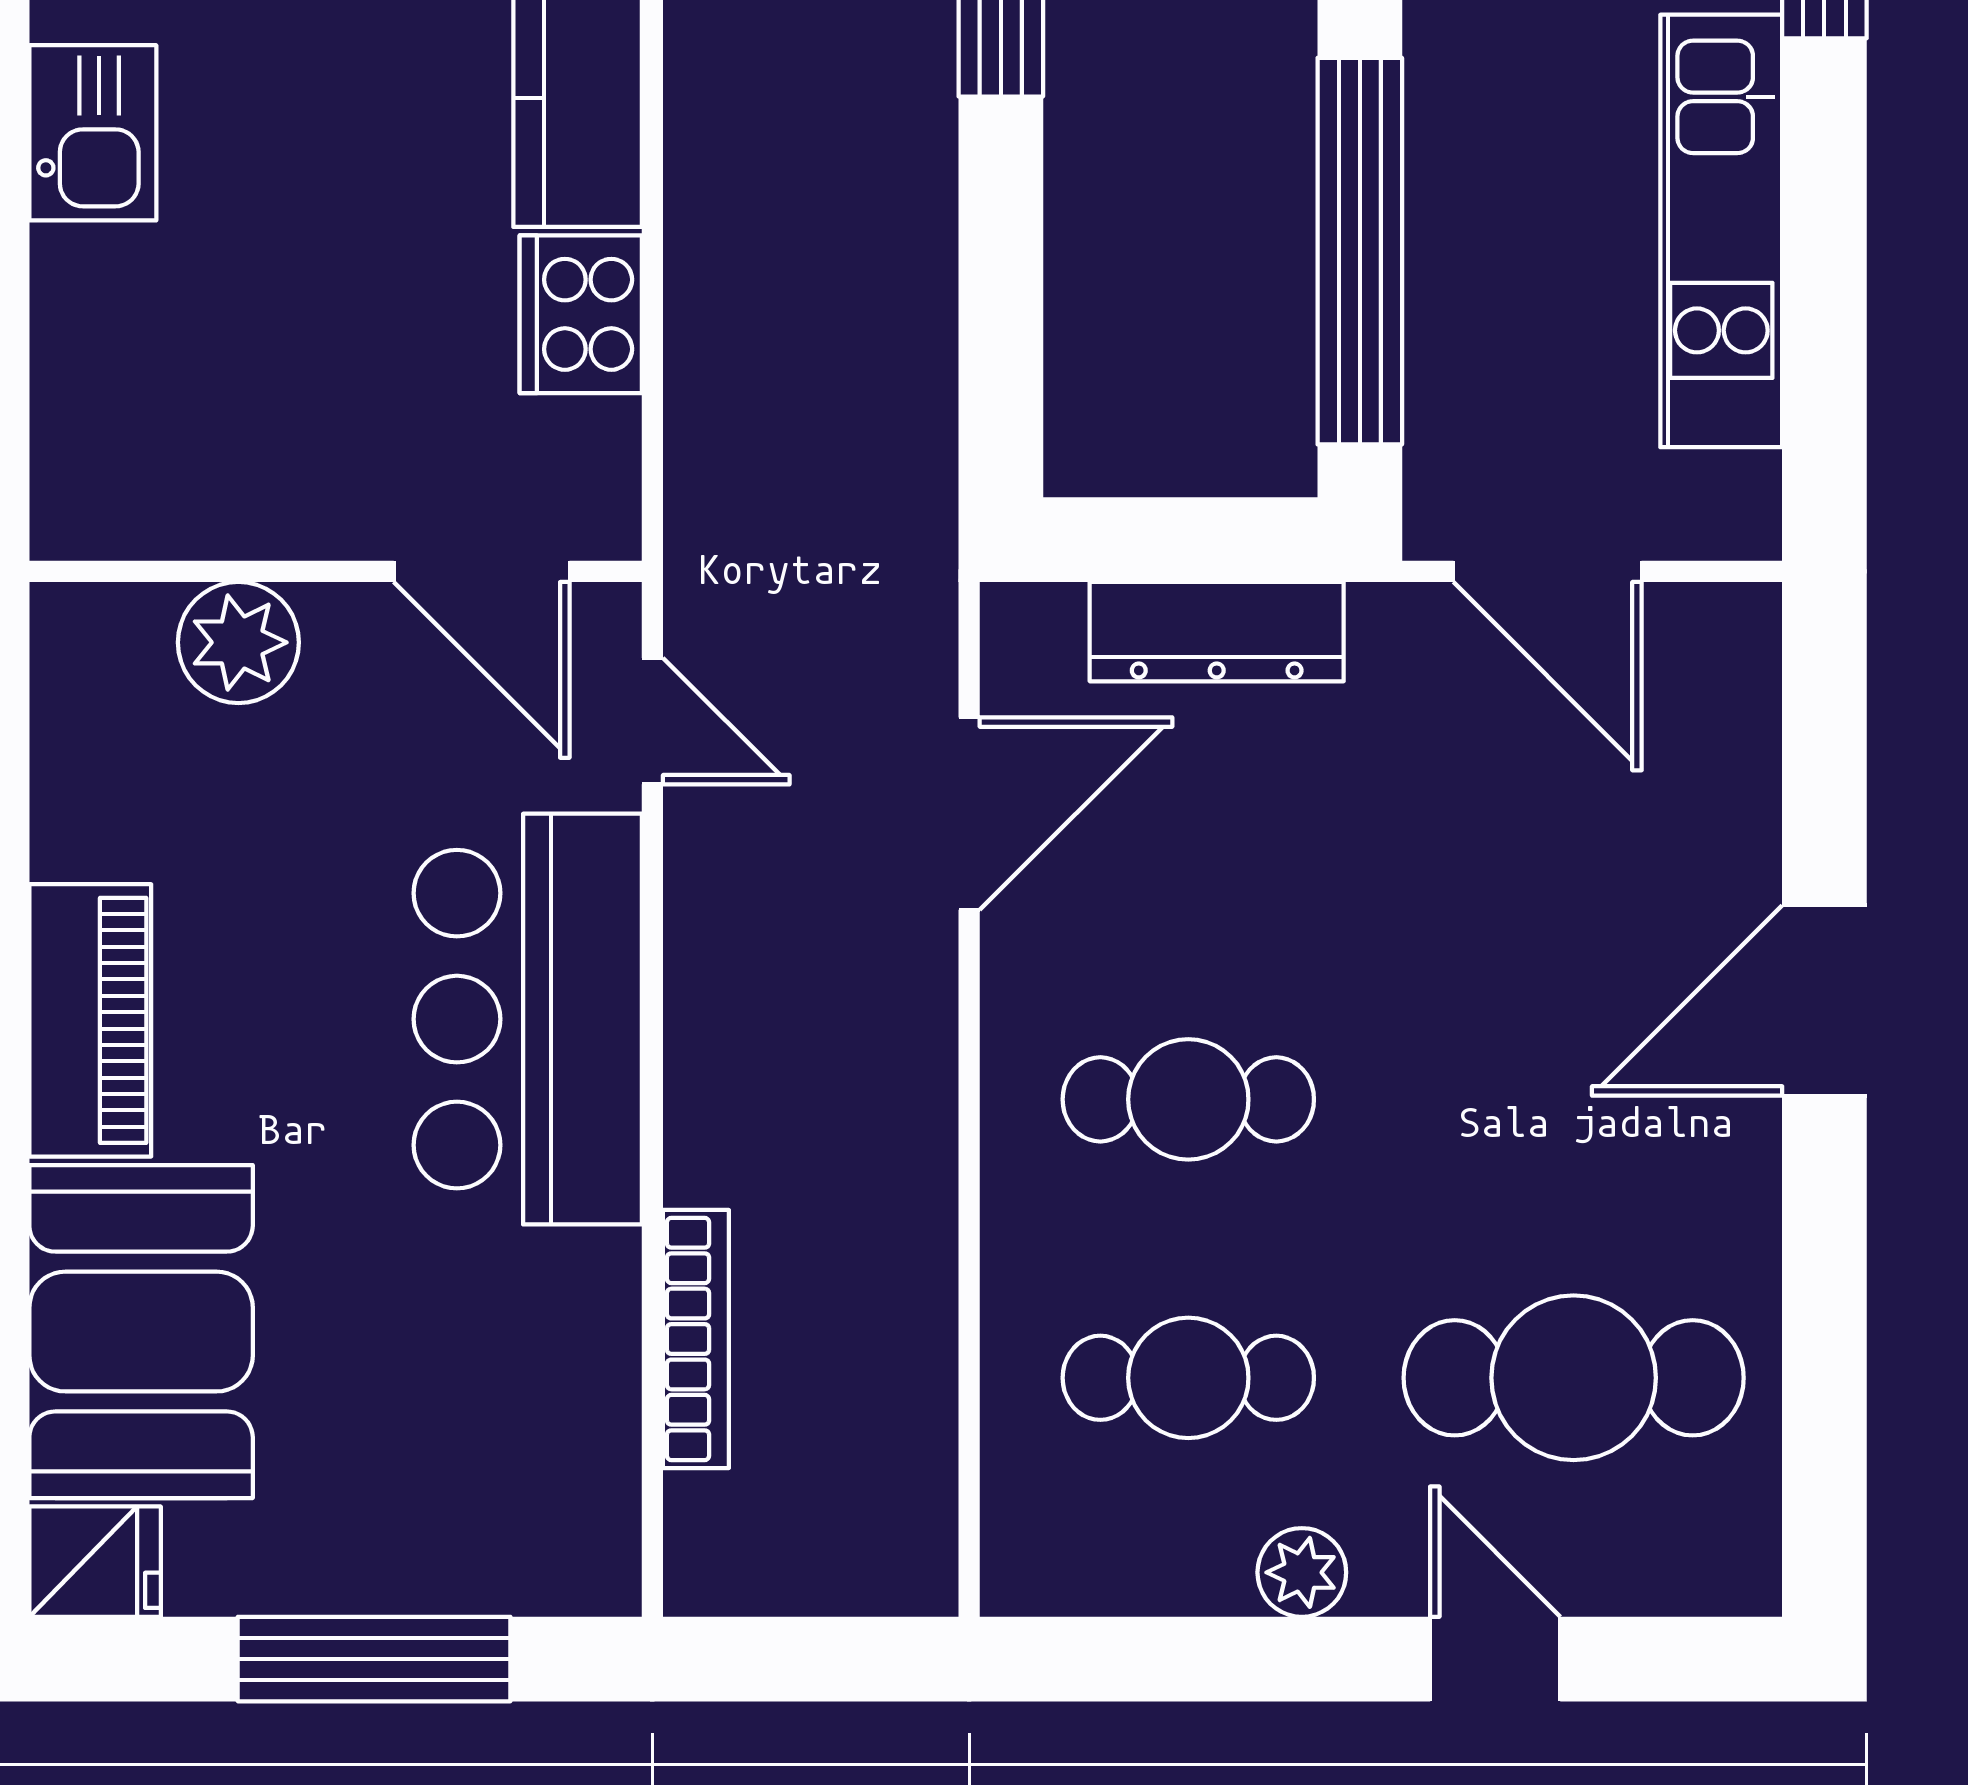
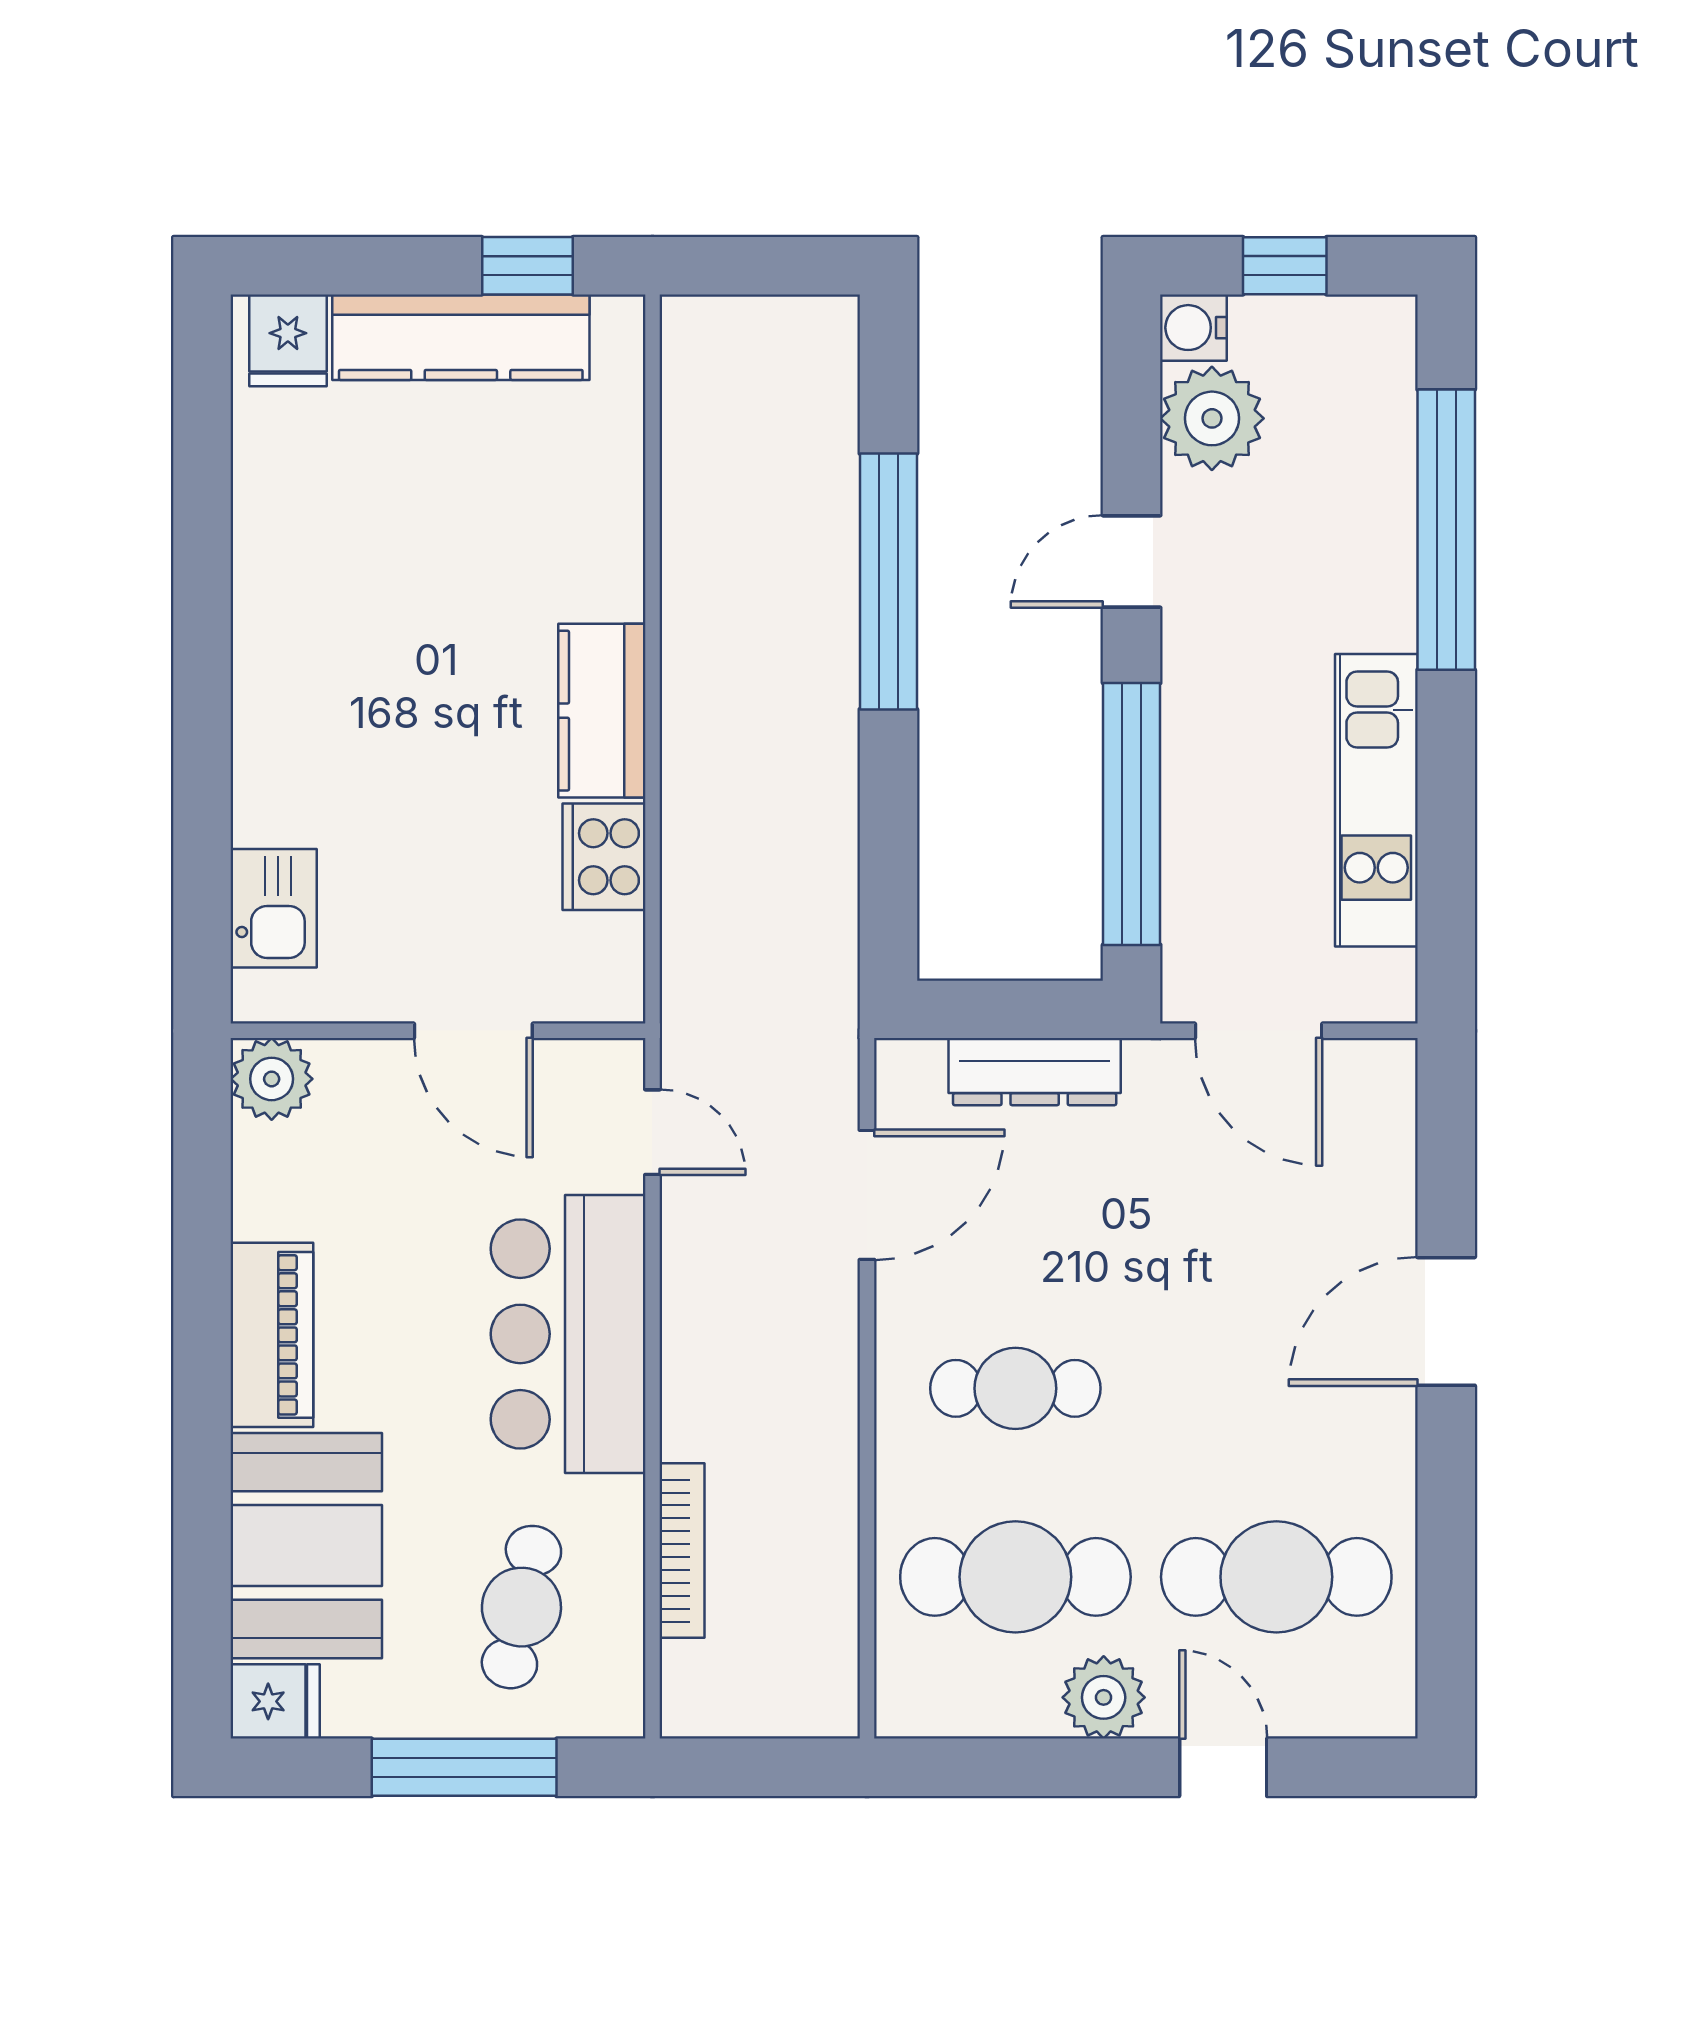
kitchen sink: (93, 133) -> (274, 908), moved
door: (482, 571) -> (473, 1031), moved
plant: (238, 642) -> (272, 1079), moved
cafe table: (1188, 1378) -> (1015, 1577), width x1.37, depth x1.35
cafe table: (459, 1422) -> (521, 1607), added
plant: (1302, 1572) -> (1104, 1697), width x1.38, depth x1.38

